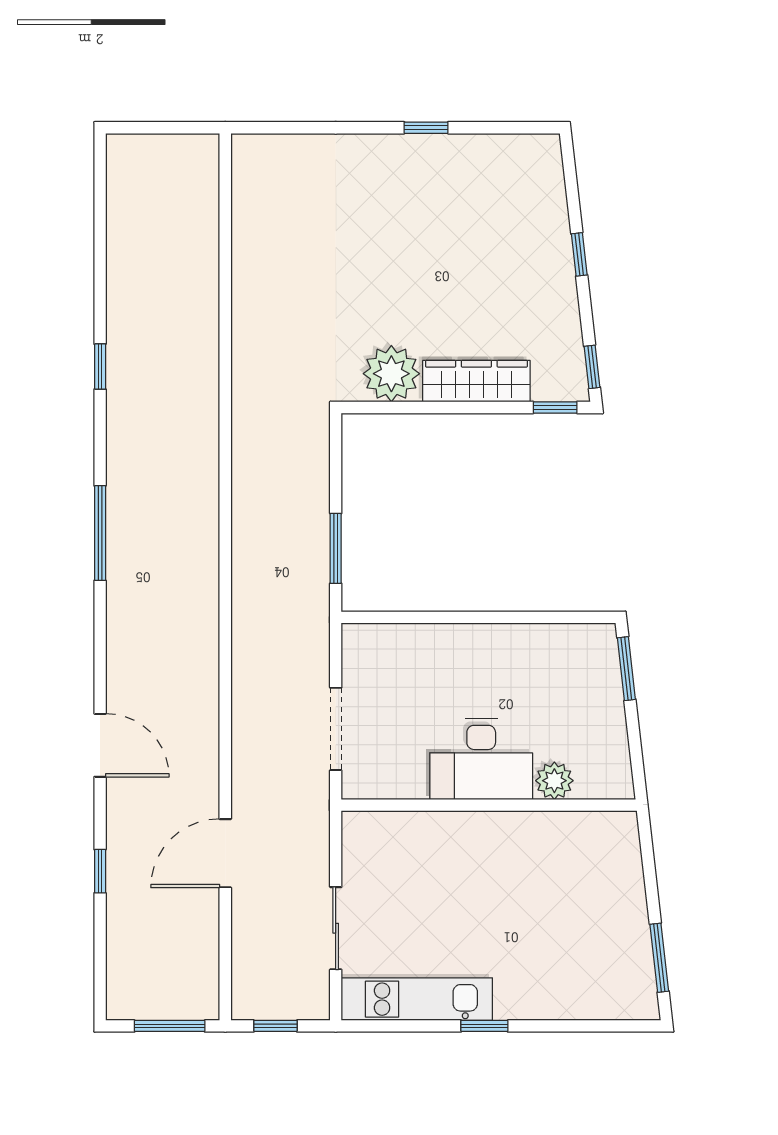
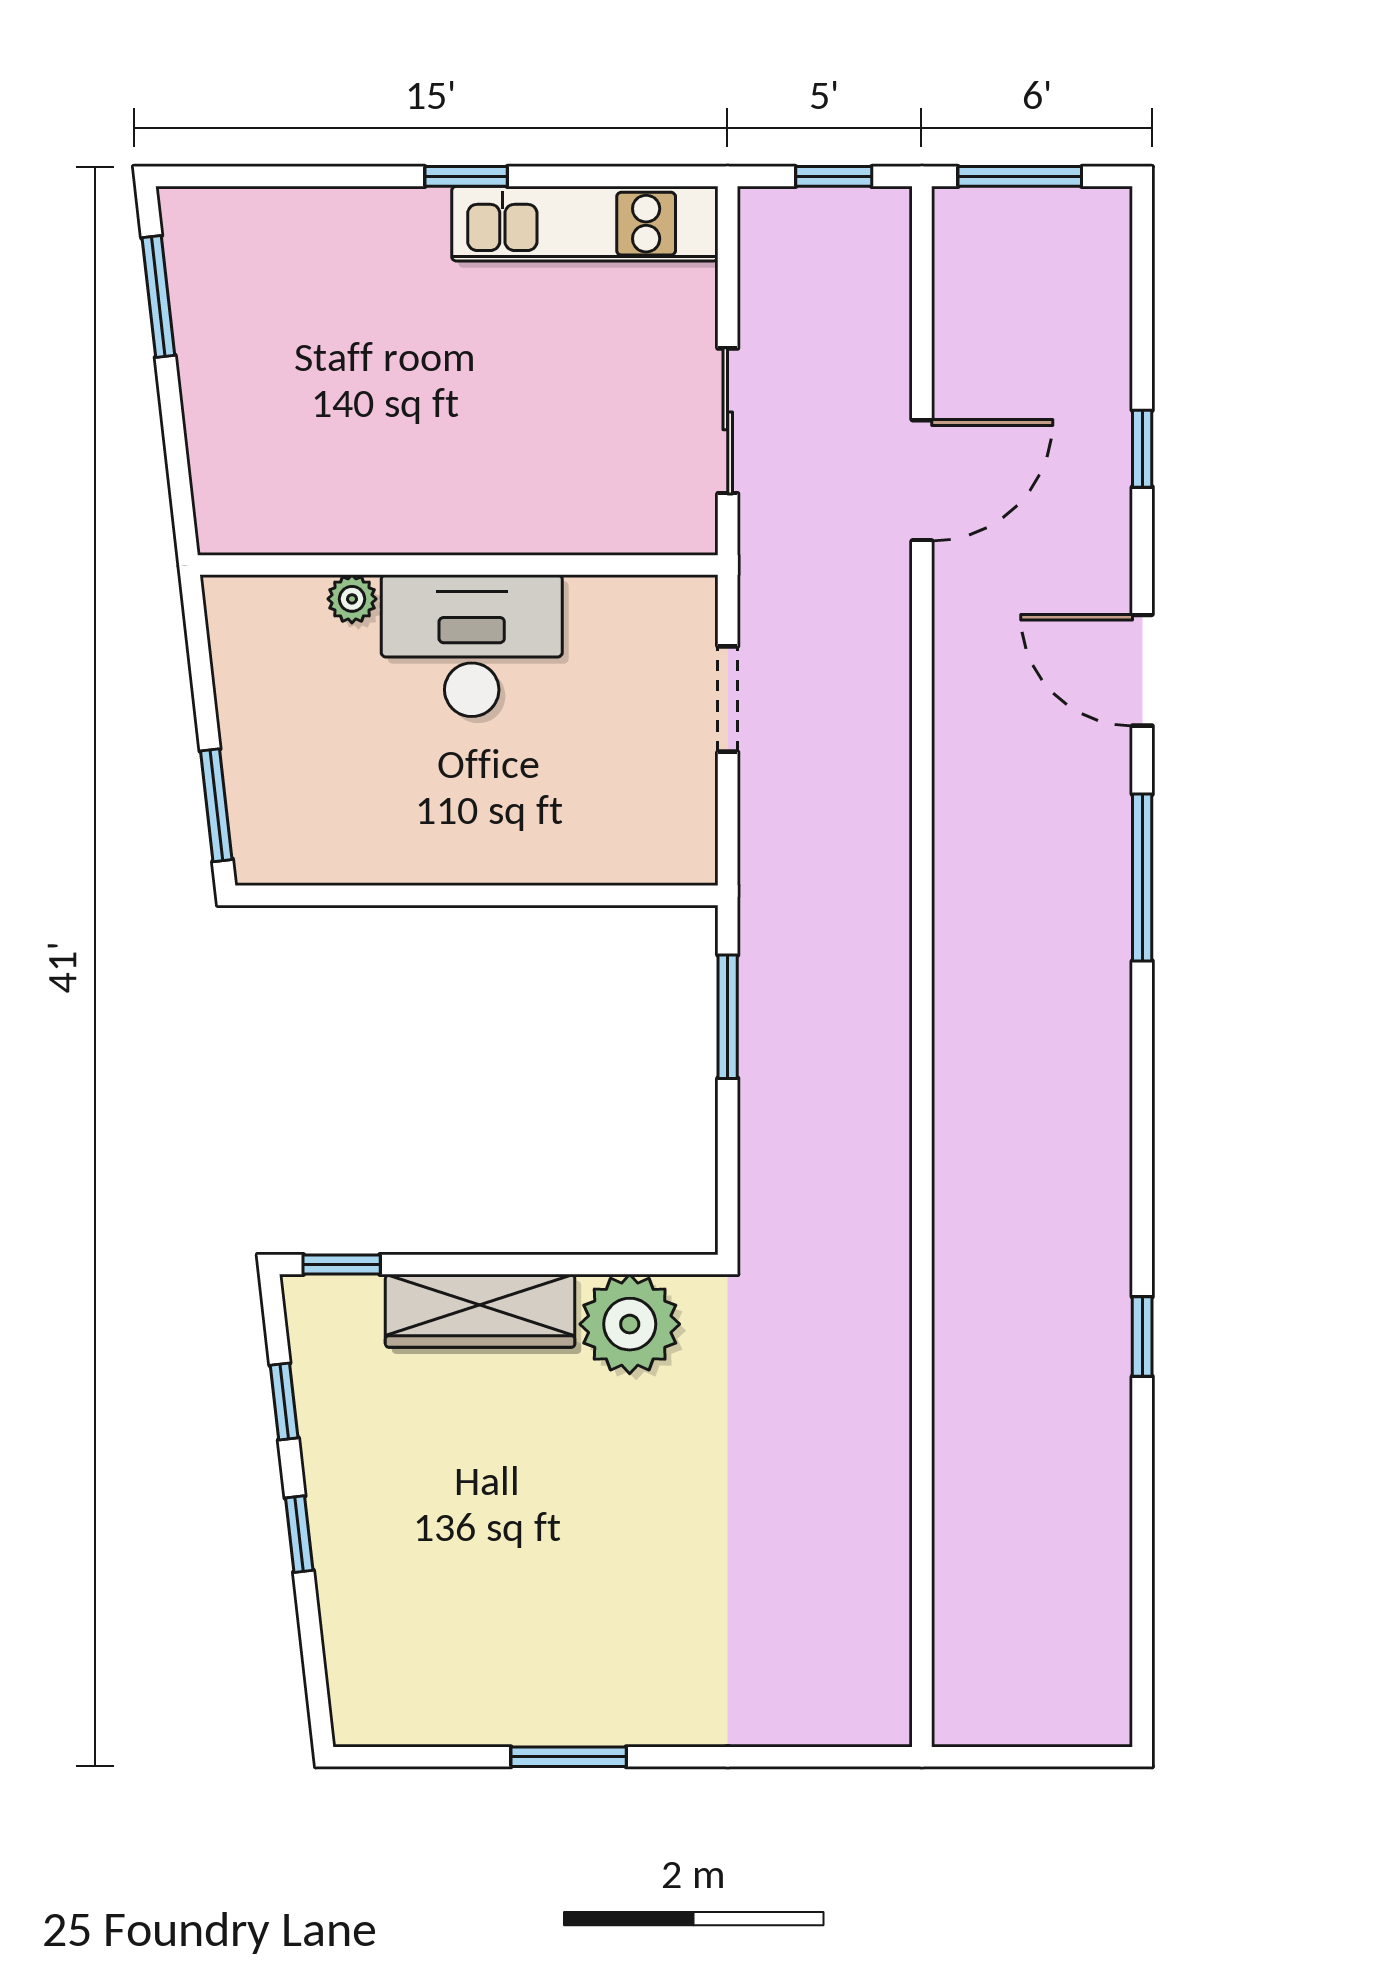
window: (426, 128) -> (569, 1757), width x1.50
window: (592, 367) -> (284, 1402), moved
window: (100, 533) -> (1142, 878), moved
doorway: (336, 729) -> (728, 699), width x0.73
plant: (554, 781) -> (352, 599), width x0.73, depth x0.73
sliding door: (336, 928) -> (728, 421), moved

